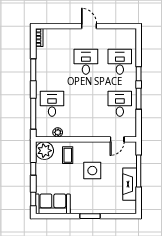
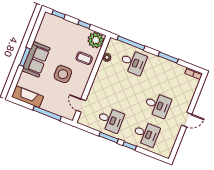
fireplace: (130, 184) -> (27, 97), moved
sofa: (53, 204) -> (36, 59), moved

